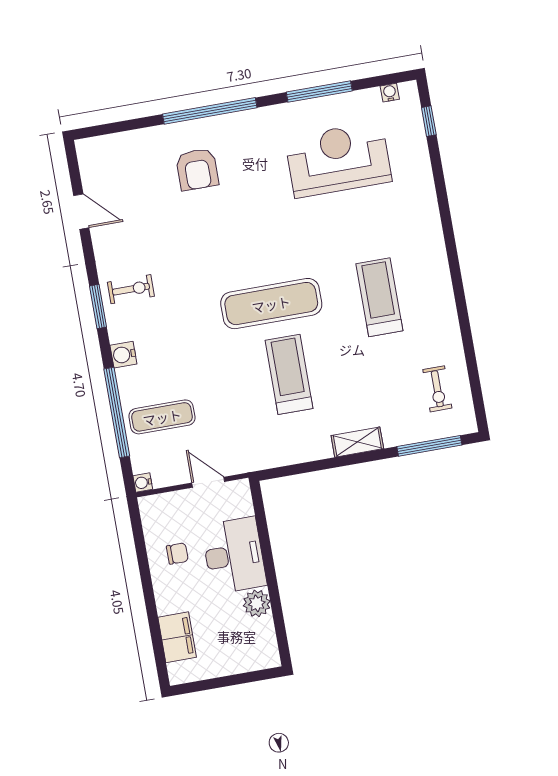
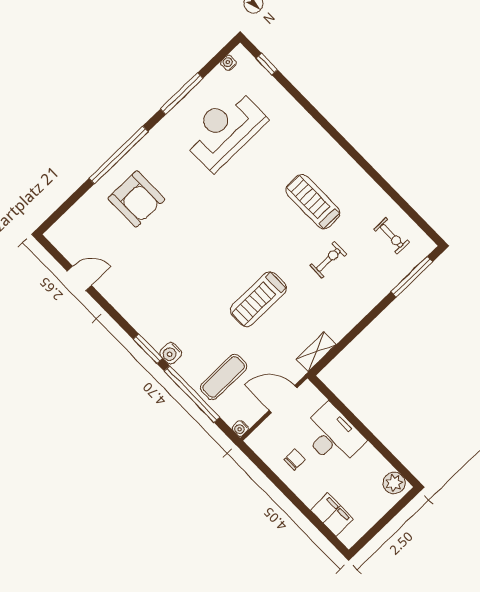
armchair: (197, 169) -> (136, 199), width x1.36, depth x1.36
exercise bike: (131, 289) -> (328, 260), moved
exercise mat: (271, 304) -> (245, 254), removed
window: (98, 307) -> (148, 349), moved
treadmill: (289, 374) -> (258, 299), moved, turned -90
shelving: (357, 442) -> (316, 352), moved
door: (208, 482) -> (283, 399), width x1.38
plant: (257, 603) -> (394, 483), moved

